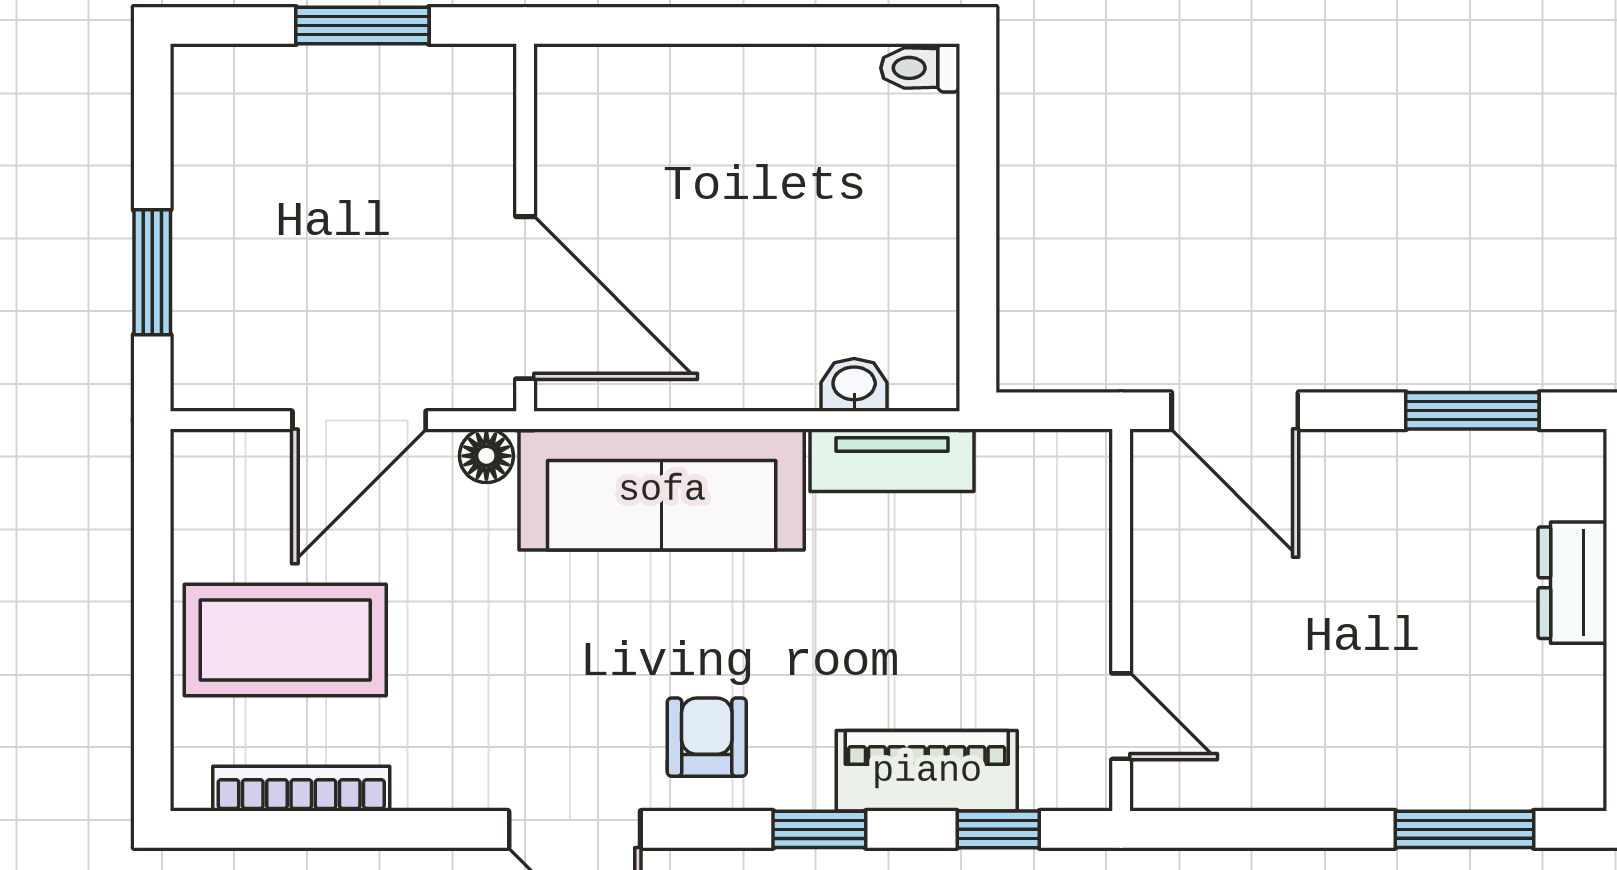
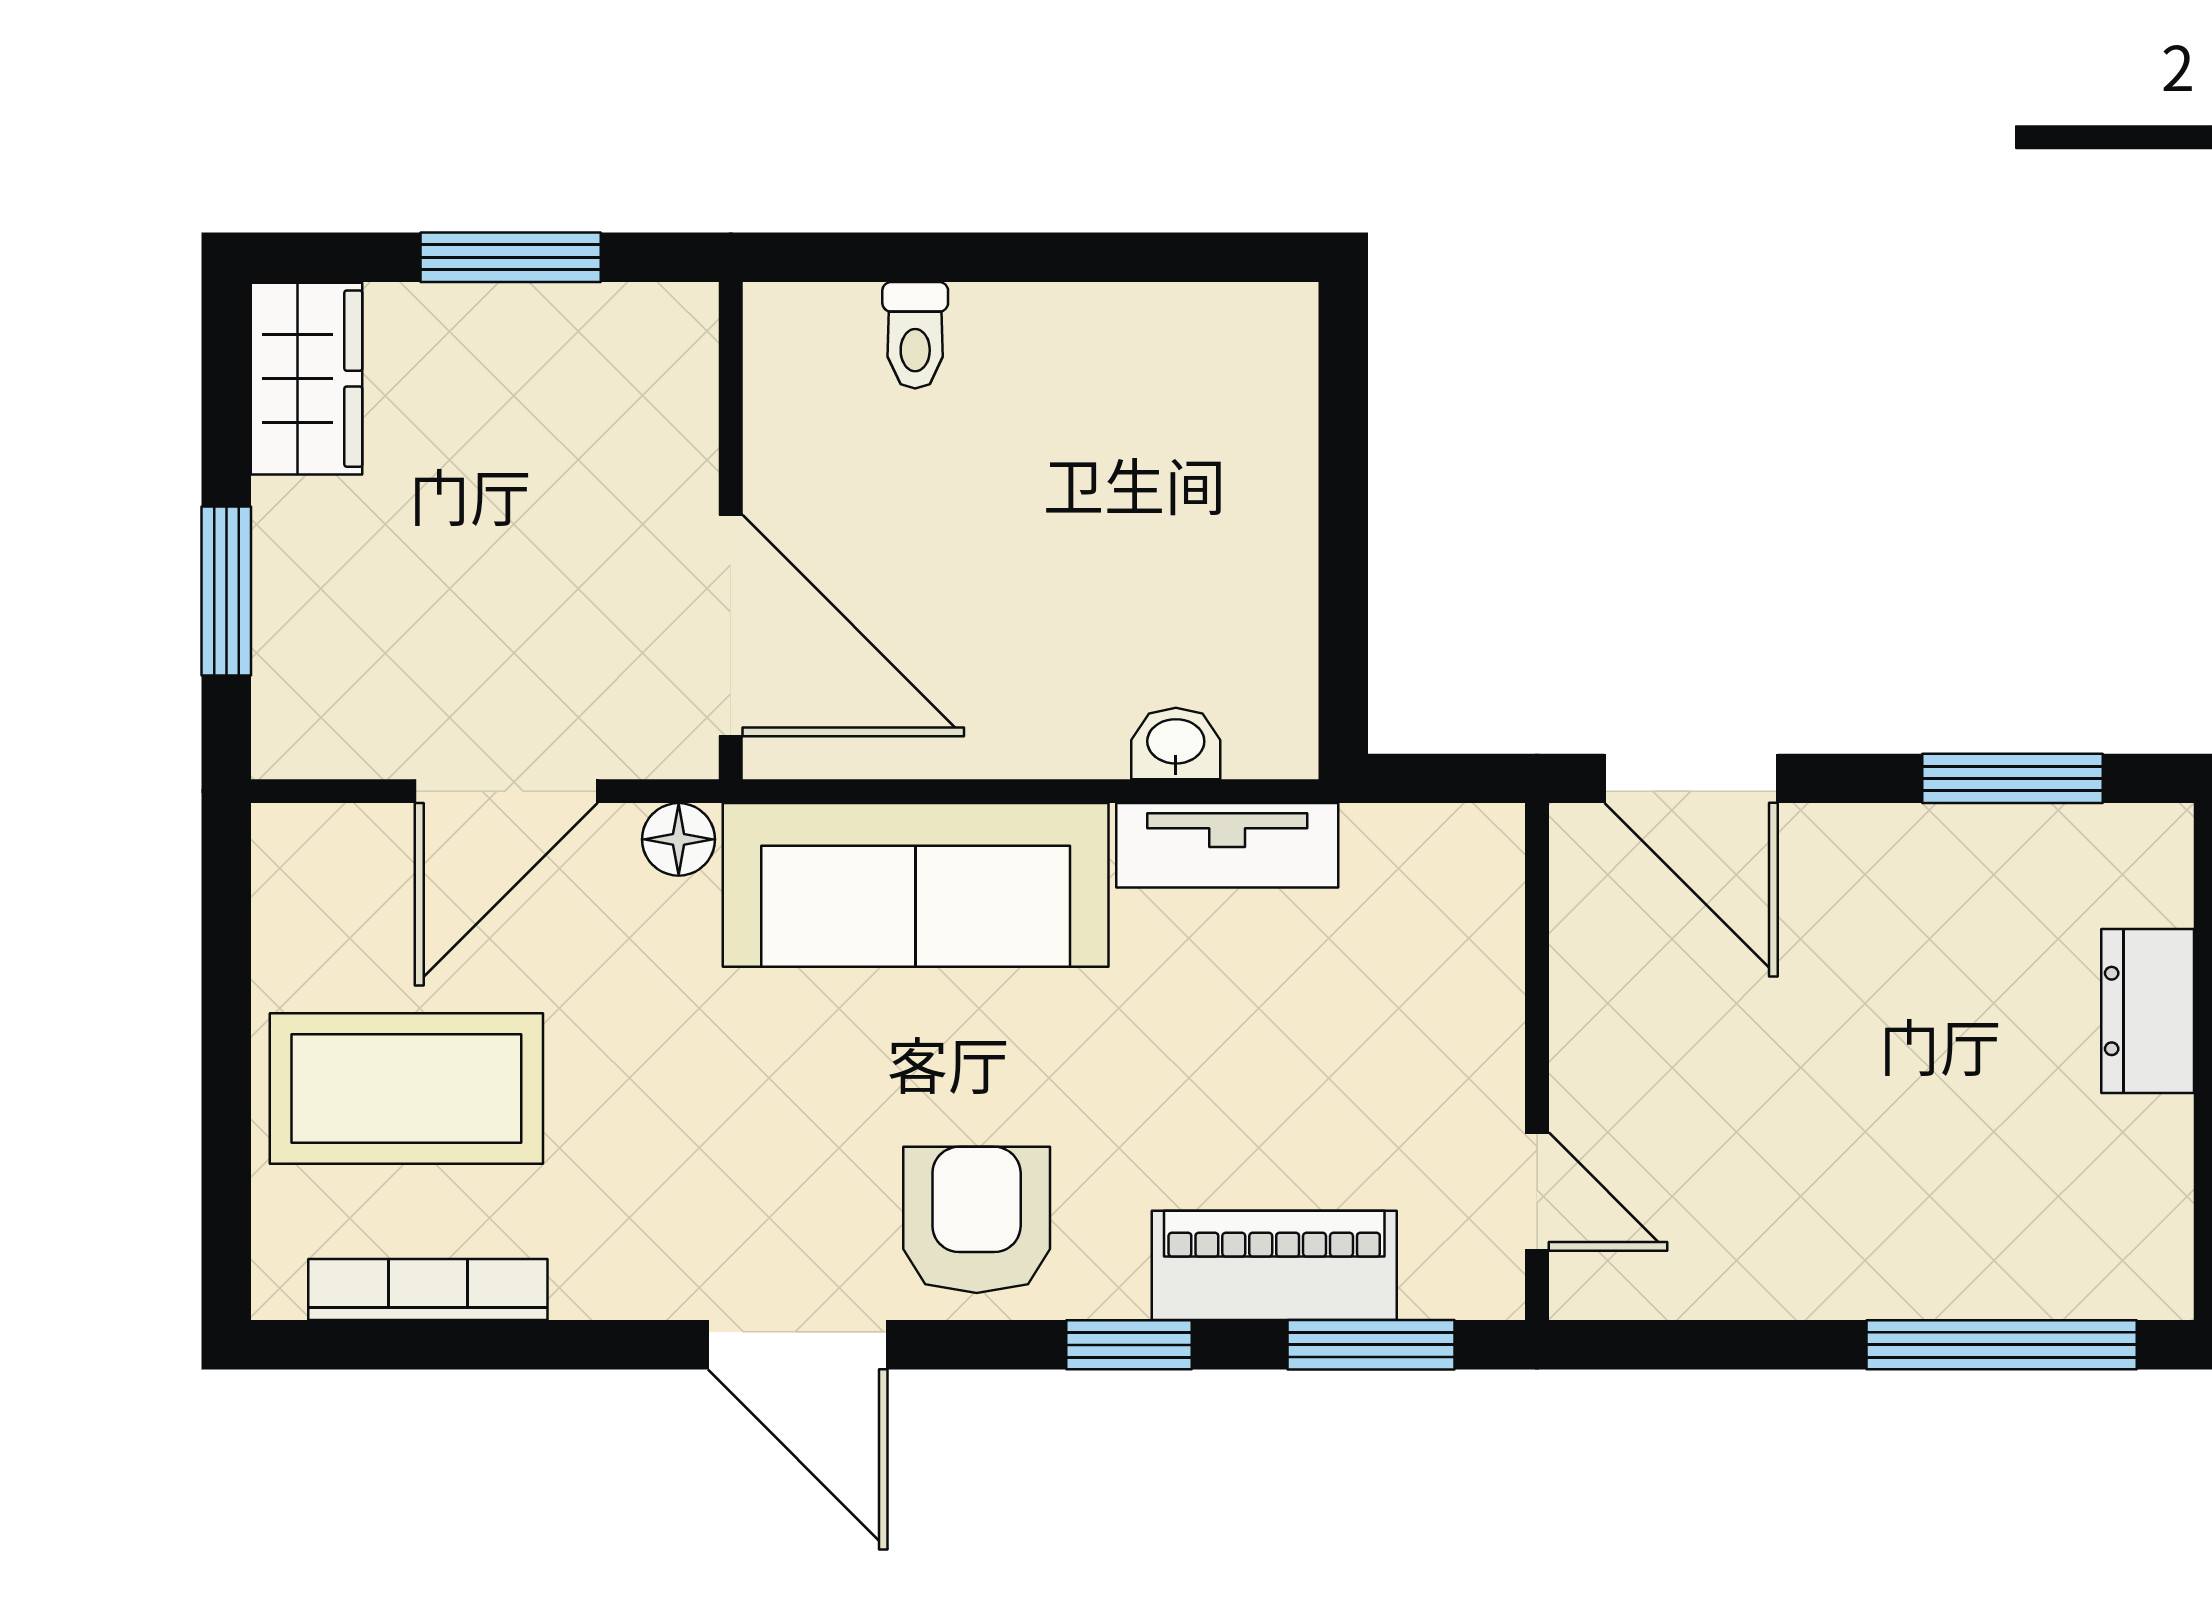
toilet: (920, 68) -> (915, 335), moved, turned -90
wardrobe: (211, 115) -> (307, 379), added
armchair: (707, 737) -> (977, 1220), width x1.38, depth x1.38
window: (998, 829) -> (1371, 1345), width x1.50
window: (1464, 829) -> (2002, 1345), width x1.44

